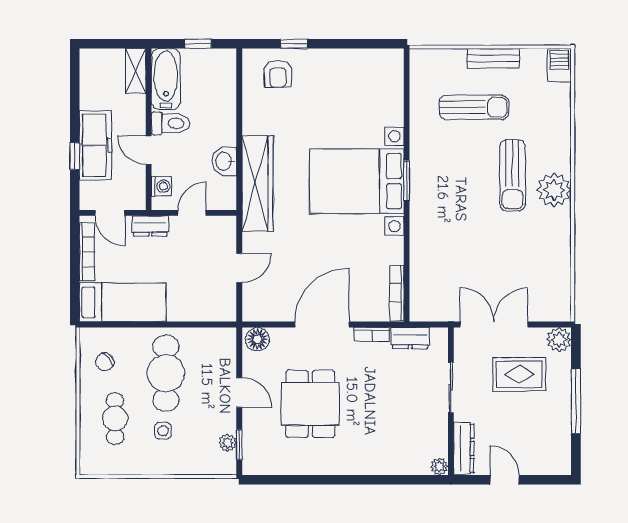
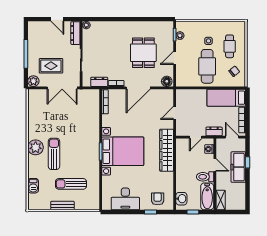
barbecue: (559, 65) -> (33, 186), moved
desk: (351, 73) -> (125, 199), added
washbasin: (224, 161) -> (181, 199), moved
door: (239, 392) -> (175, 58), hinge flipped

